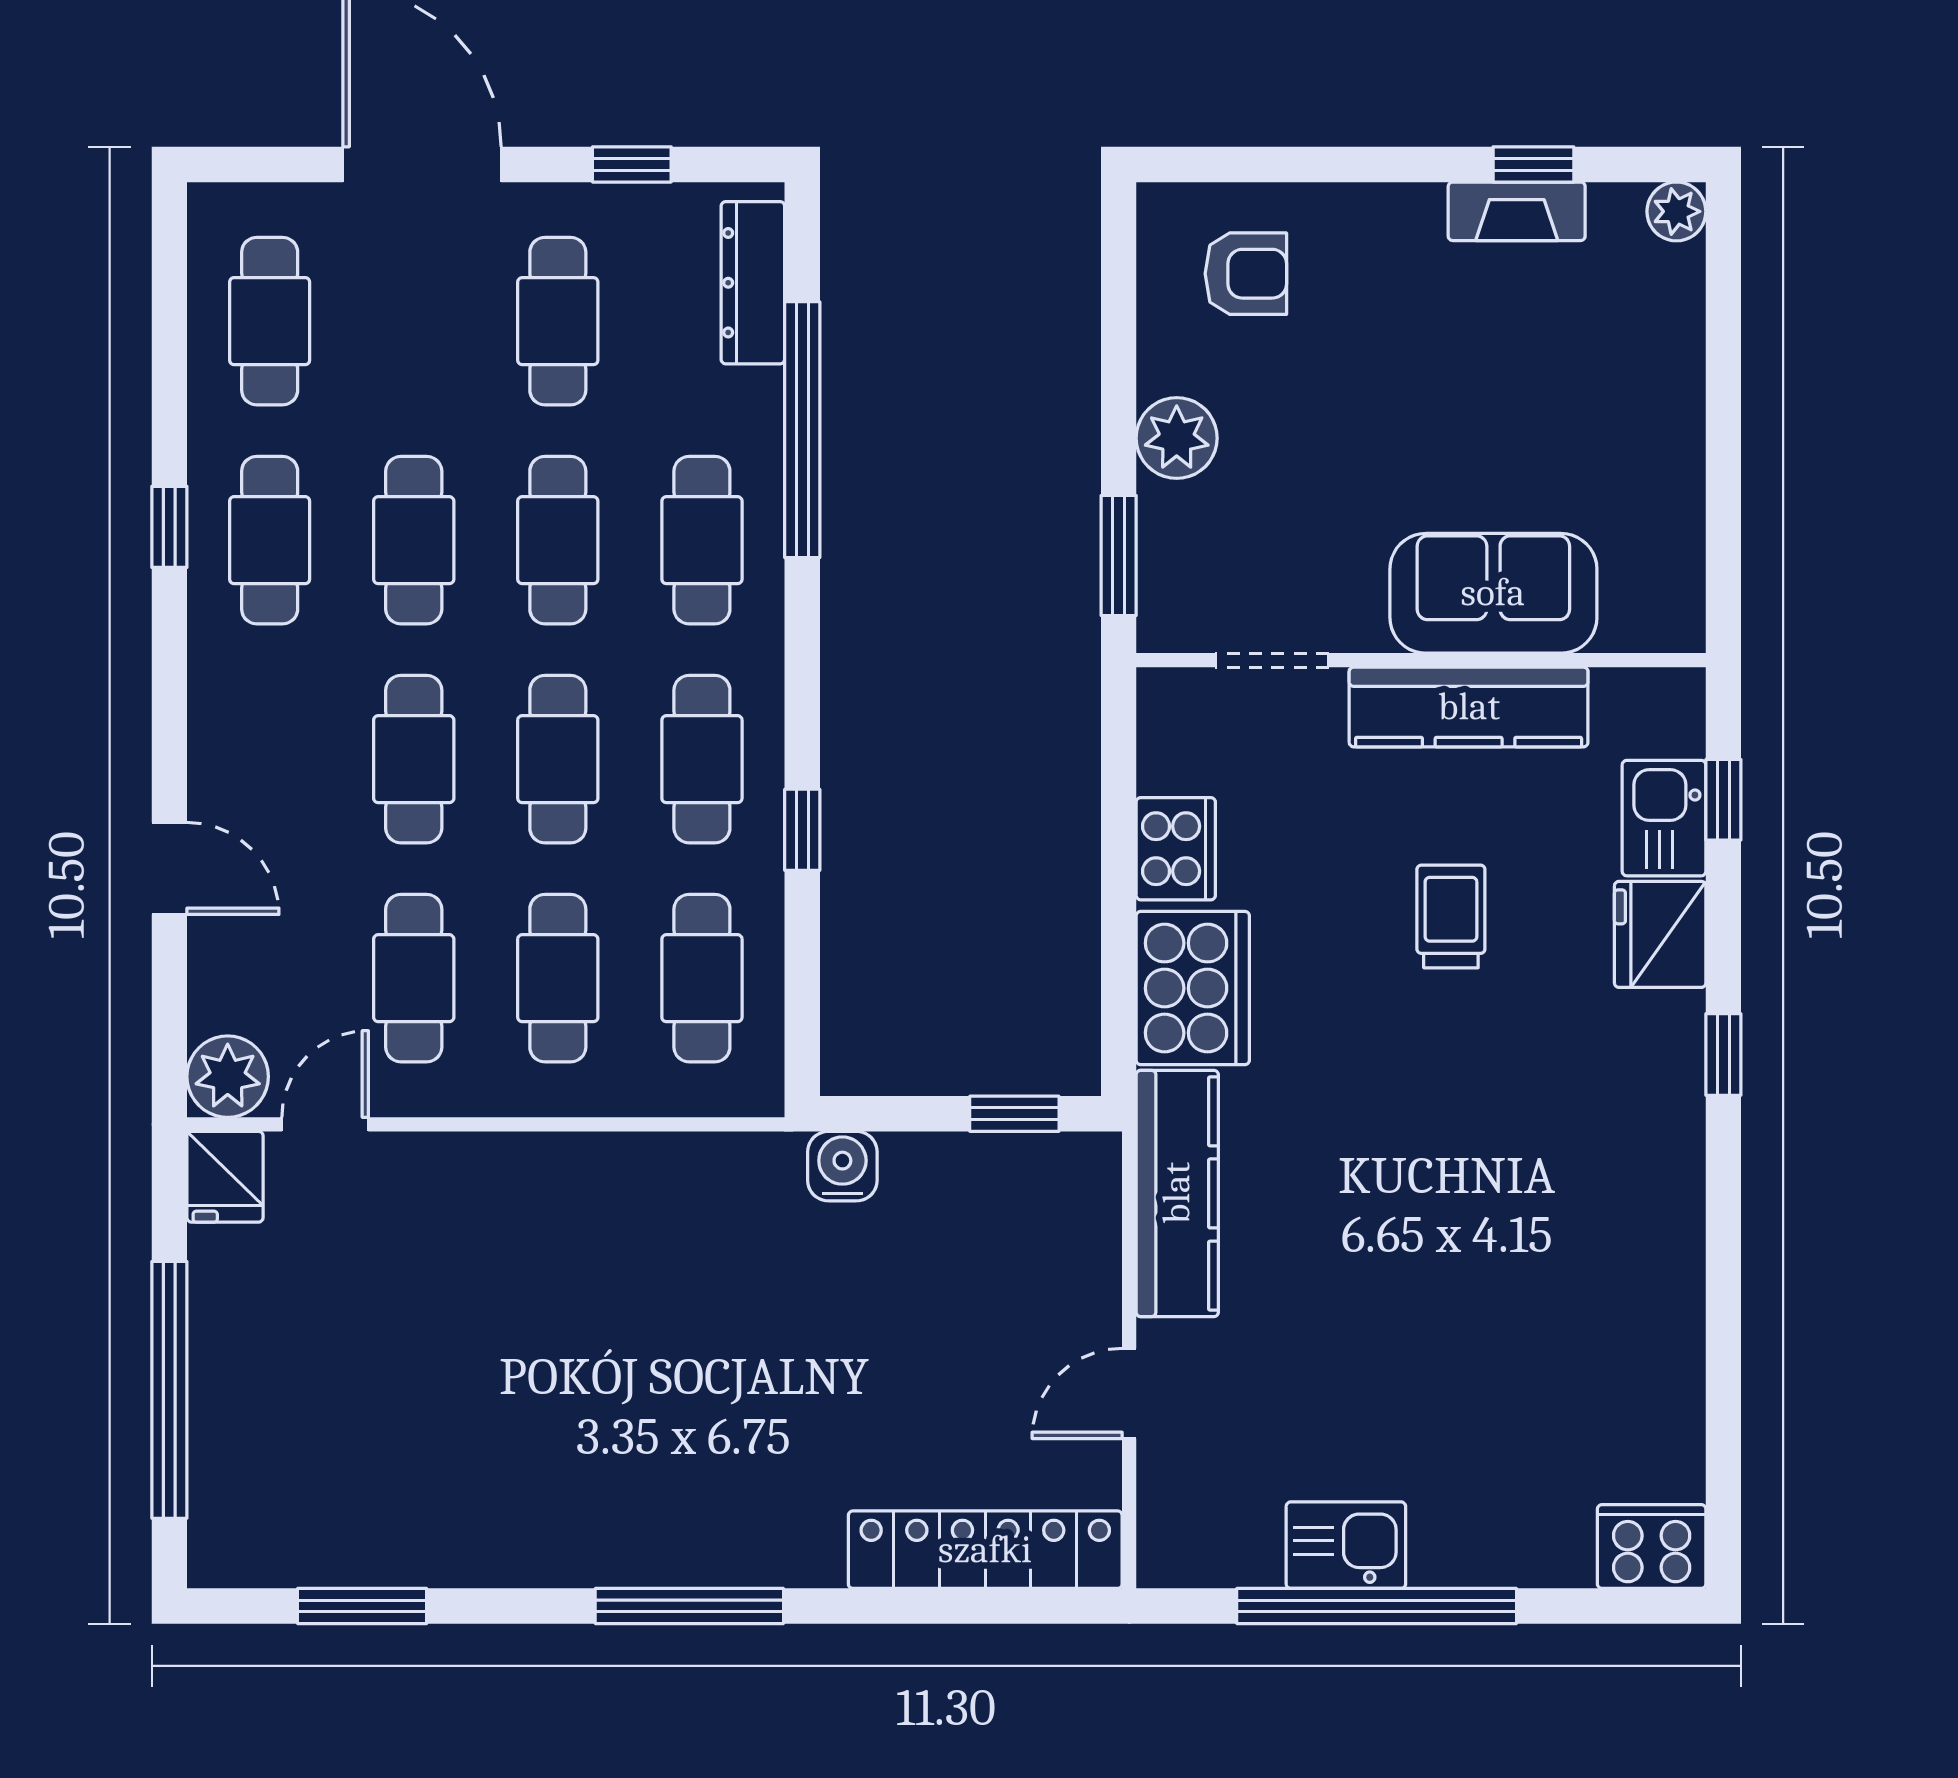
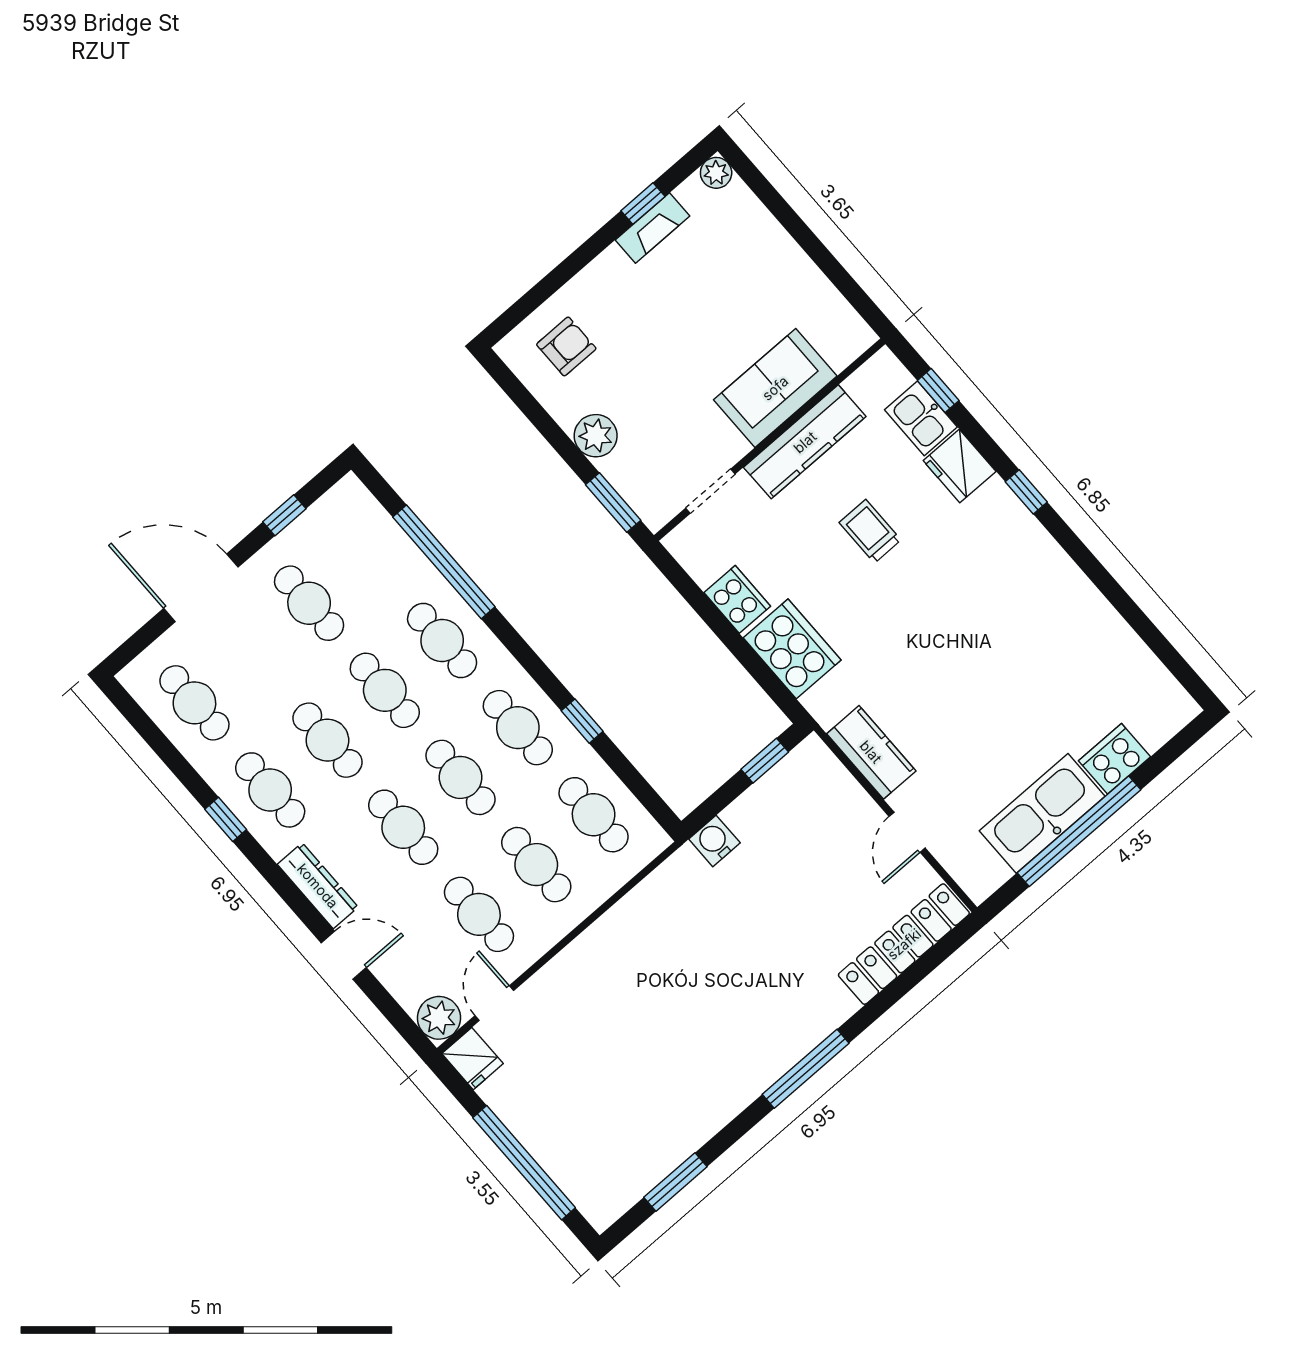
dresser: (753, 283) -> (318, 886), moved, turned 180
kitchen counter: (1177, 1193) -> (871, 752), width x0.67
kitchen sink: (1346, 1545) -> (1042, 813), width x1.87, depth x1.24
cooker: (1652, 1547) -> (1115, 759), moved

